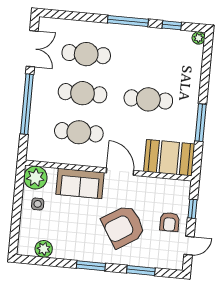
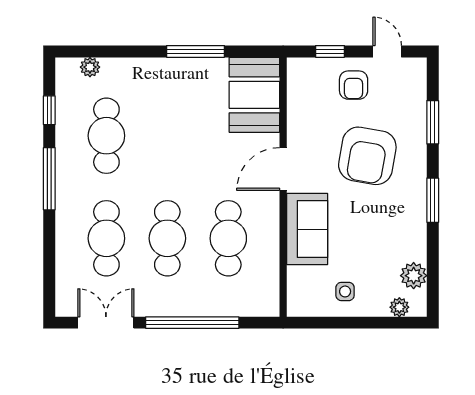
plant: (199, 38) -> (90, 67), moved
cafe table: (148, 99) -> (106, 136), moved
plant: (35, 178) -> (399, 307), moved, width x0.53, depth x0.53
armchair: (170, 222) -> (354, 85), turned 90
armchair: (123, 227) -> (367, 156), turned 42

